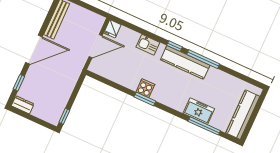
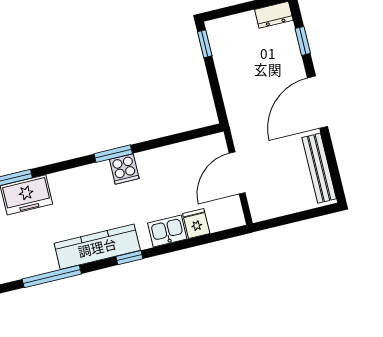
fridge: (112, 29) -> (196, 224), moved
window: (203, 59) -> (52, 276), moved

